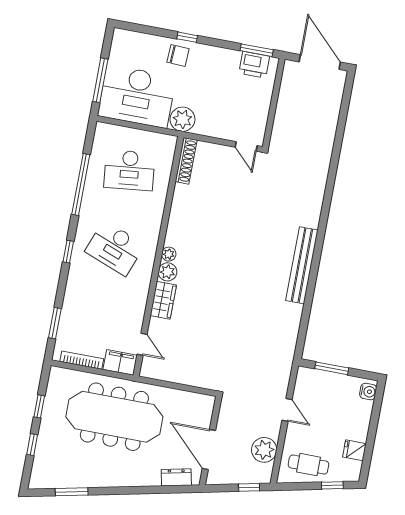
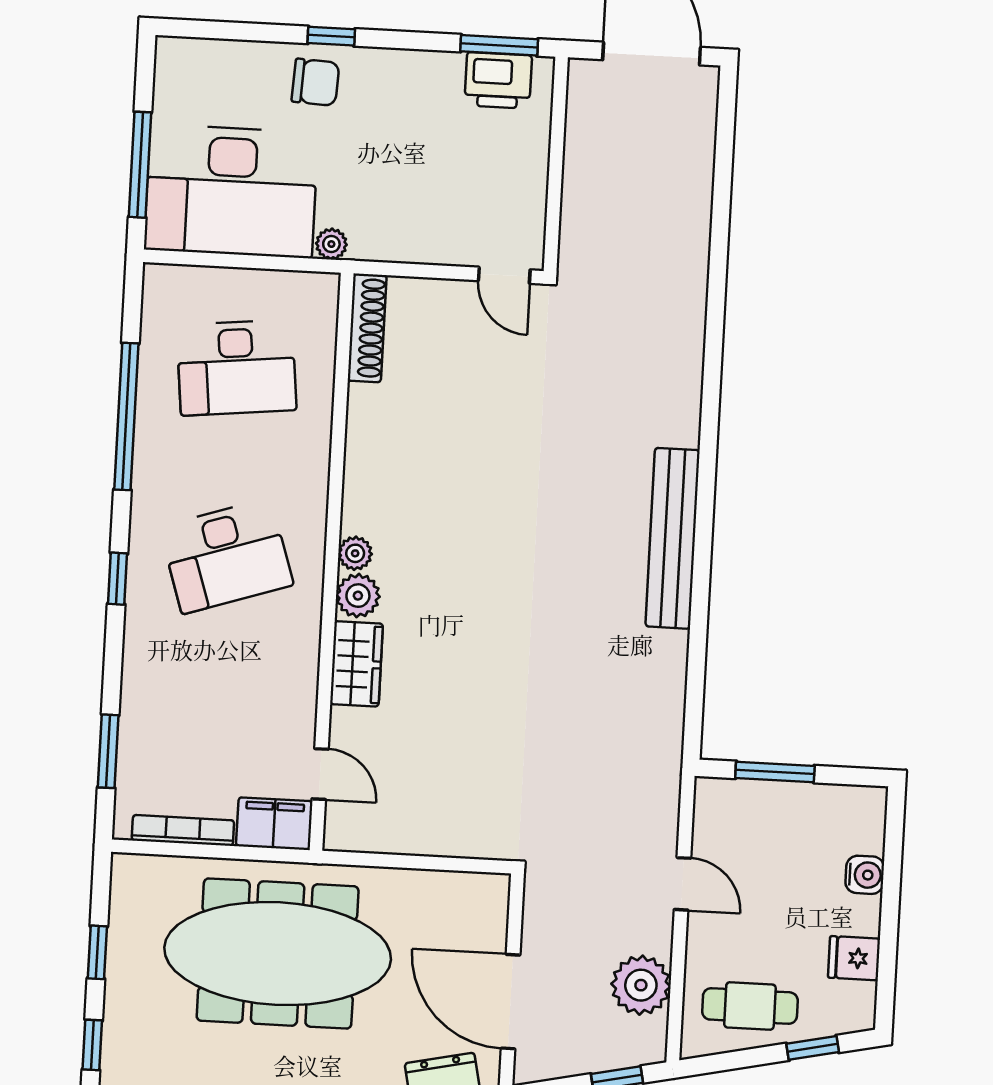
plant: (182, 119) -> (331, 244), width x0.53, depth x0.53
desk: (115, 248) -> (226, 556), turned -39
water cooler: (368, 392) -> (865, 875), moved

